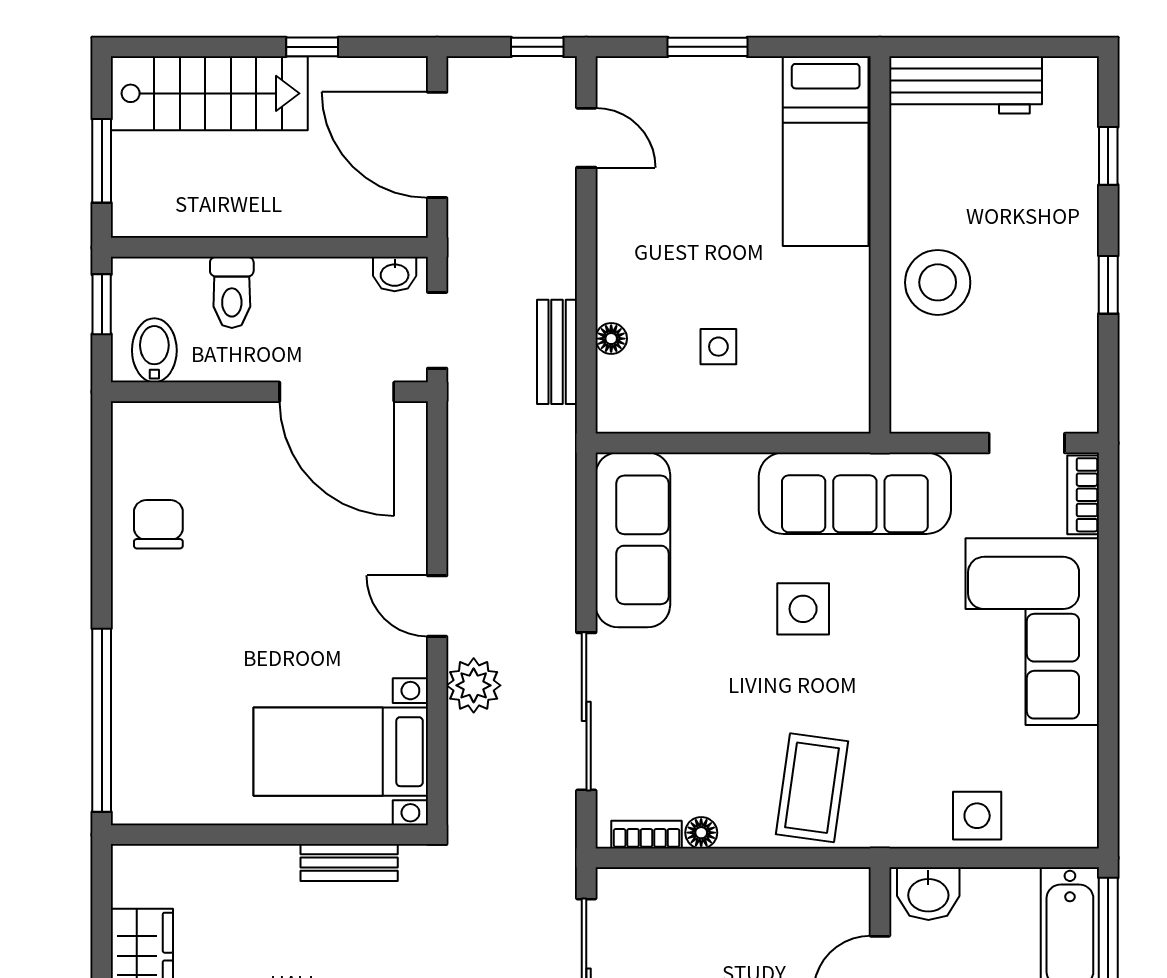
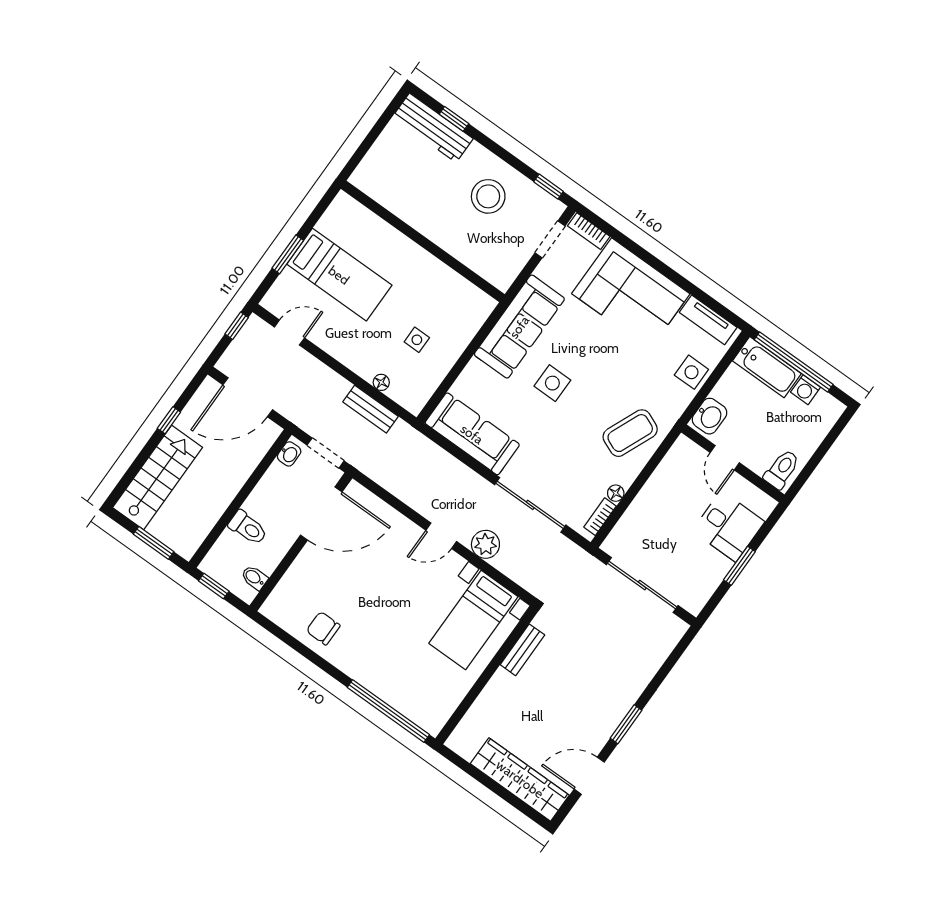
workbench: (966, 85) -> (433, 128), moved, turned 90
bed: (826, 151) -> (339, 275), moved
stool: (938, 282) -> (488, 196), moved
window: (1108, 285) -> (549, 187), moved
bidet: (154, 350) -> (254, 578), width x0.72, depth x0.74
tv unit: (1078, 783) -> (708, 320), added
coffee table: (812, 788) -> (630, 433), turned -75

